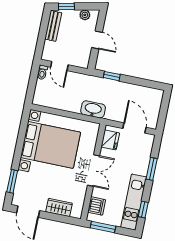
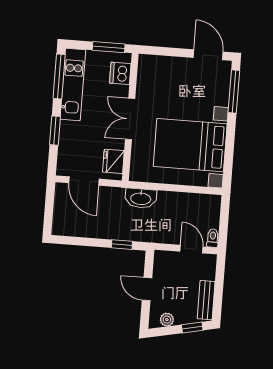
window: (12, 181) -> (234, 91), width x1.44
wardrobe: (59, 208) -> (169, 65), removed
window: (143, 209) -> (59, 76), width x2.17

